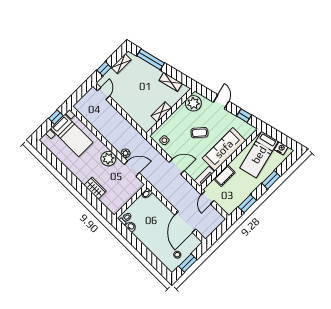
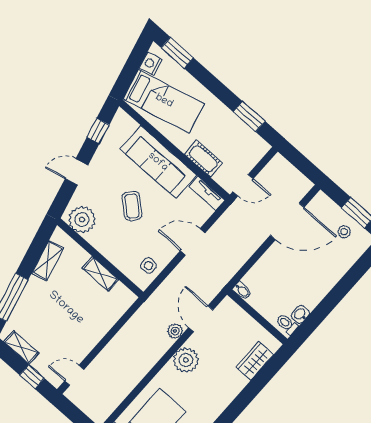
door: (177, 167) -> (193, 242), hinge flipped
window: (271, 180) -> (177, 53), moved
wardrobe: (95, 188) -> (255, 361), moved

